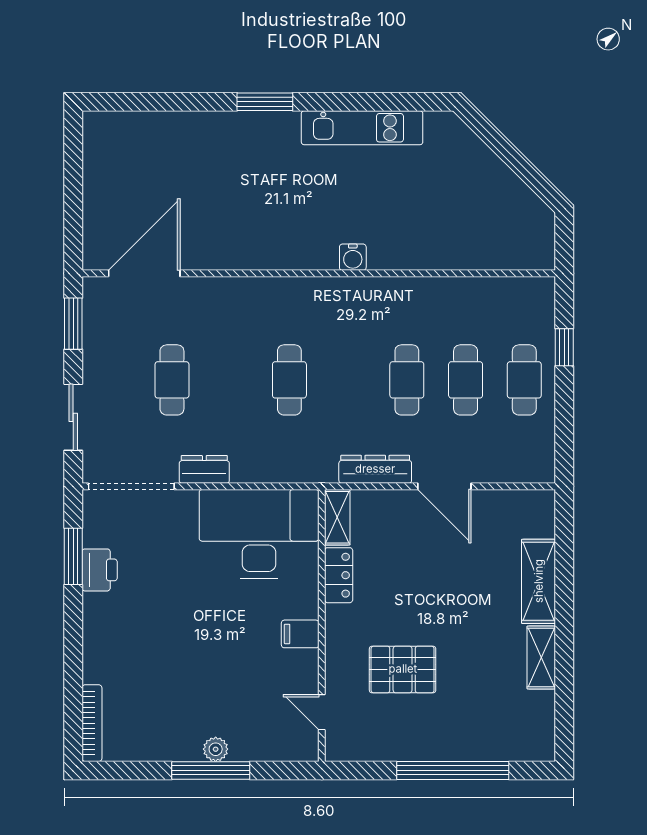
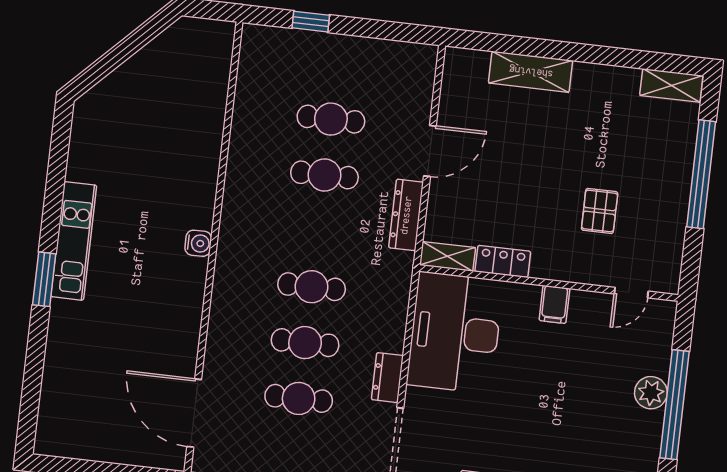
kitchen unit: (362, 128) -> (74, 241), moved
water cooler: (353, 257) -> (198, 243), moved
cafe table: (524, 380) -> (305, 343), moved
shelving: (541, 657) -> (671, 85), moved
pallet: (403, 669) -> (600, 211), width x0.67, depth x0.71
plant: (216, 749) -> (651, 393), width x1.38, depth x1.38
window: (211, 770) -> (674, 405), width x1.46

